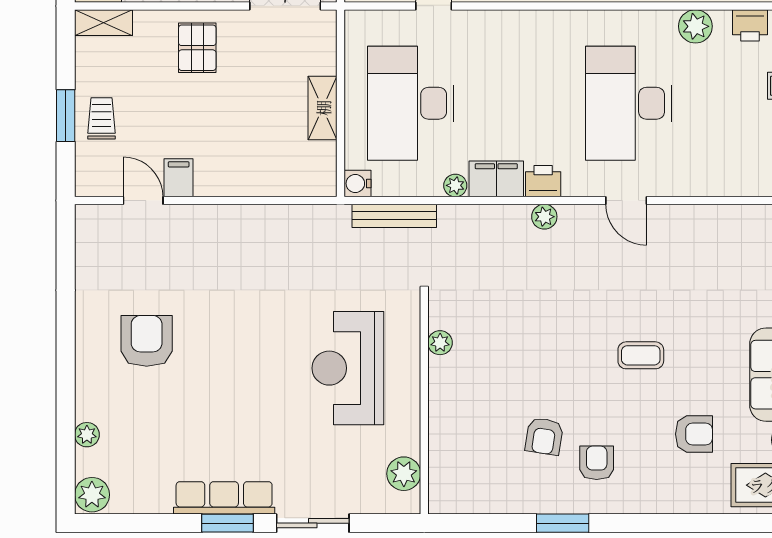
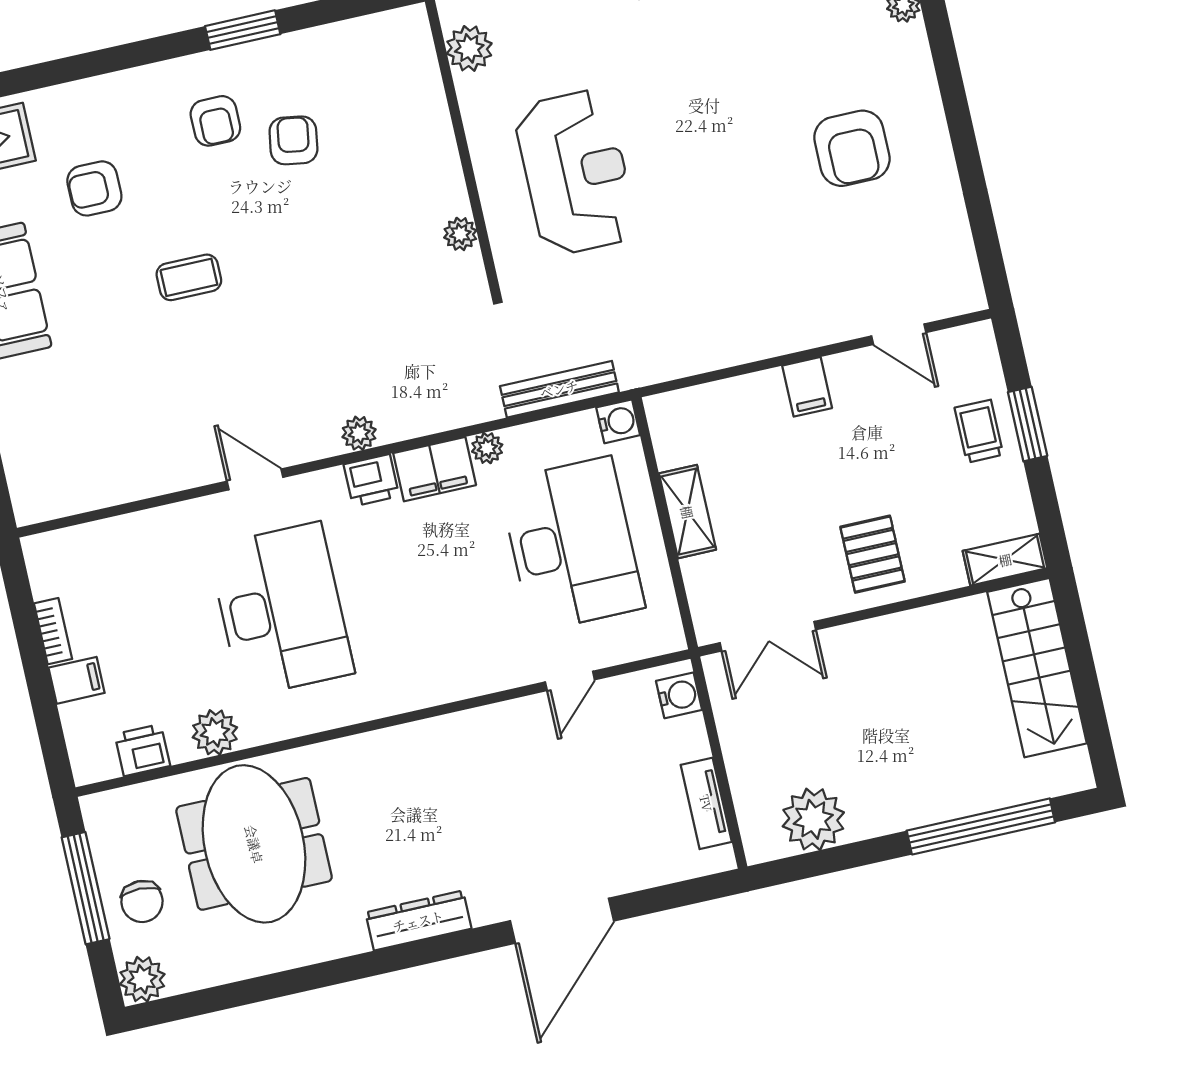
trolley: (101, 118) -> (979, 431), turned 180
filing cabinet: (179, 178) -> (807, 387), moved

